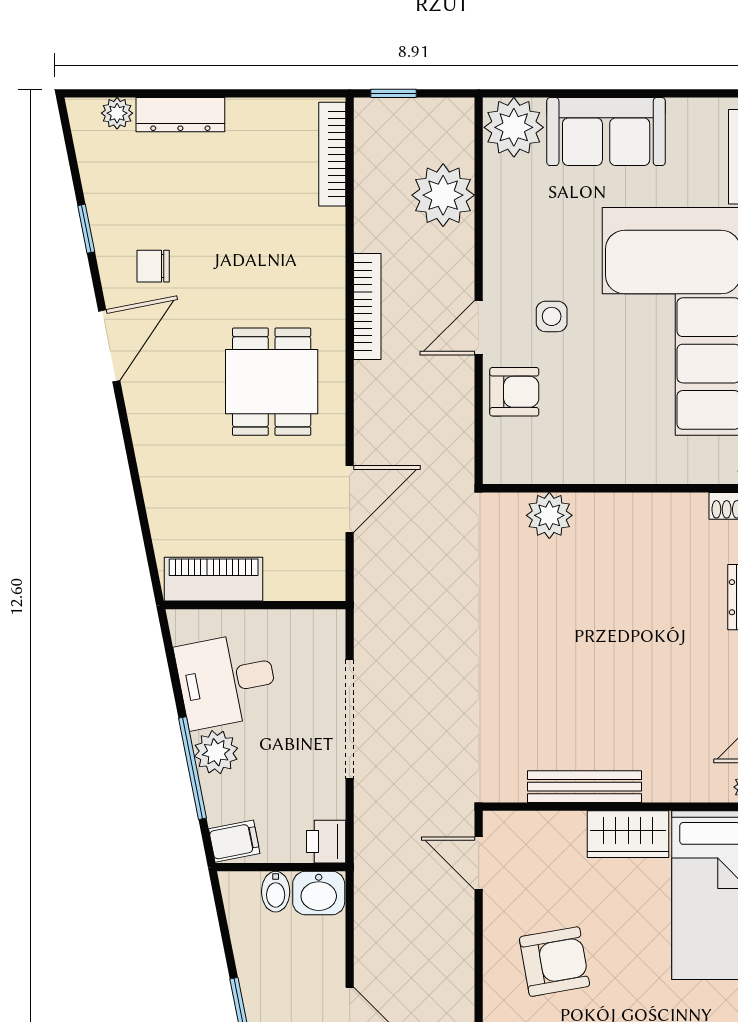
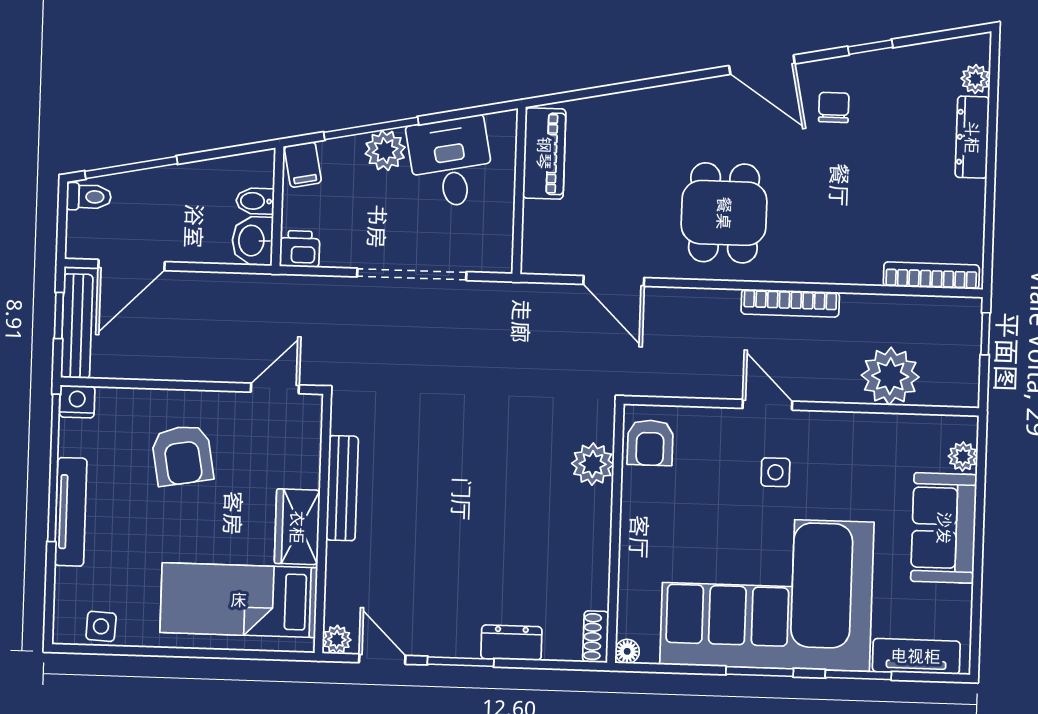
plant: (514, 127) -> (963, 457), width x0.53, depth x0.53
dining table: (272, 382) -> (724, 213), turned 90
armchair: (514, 392) -> (650, 443), moved

